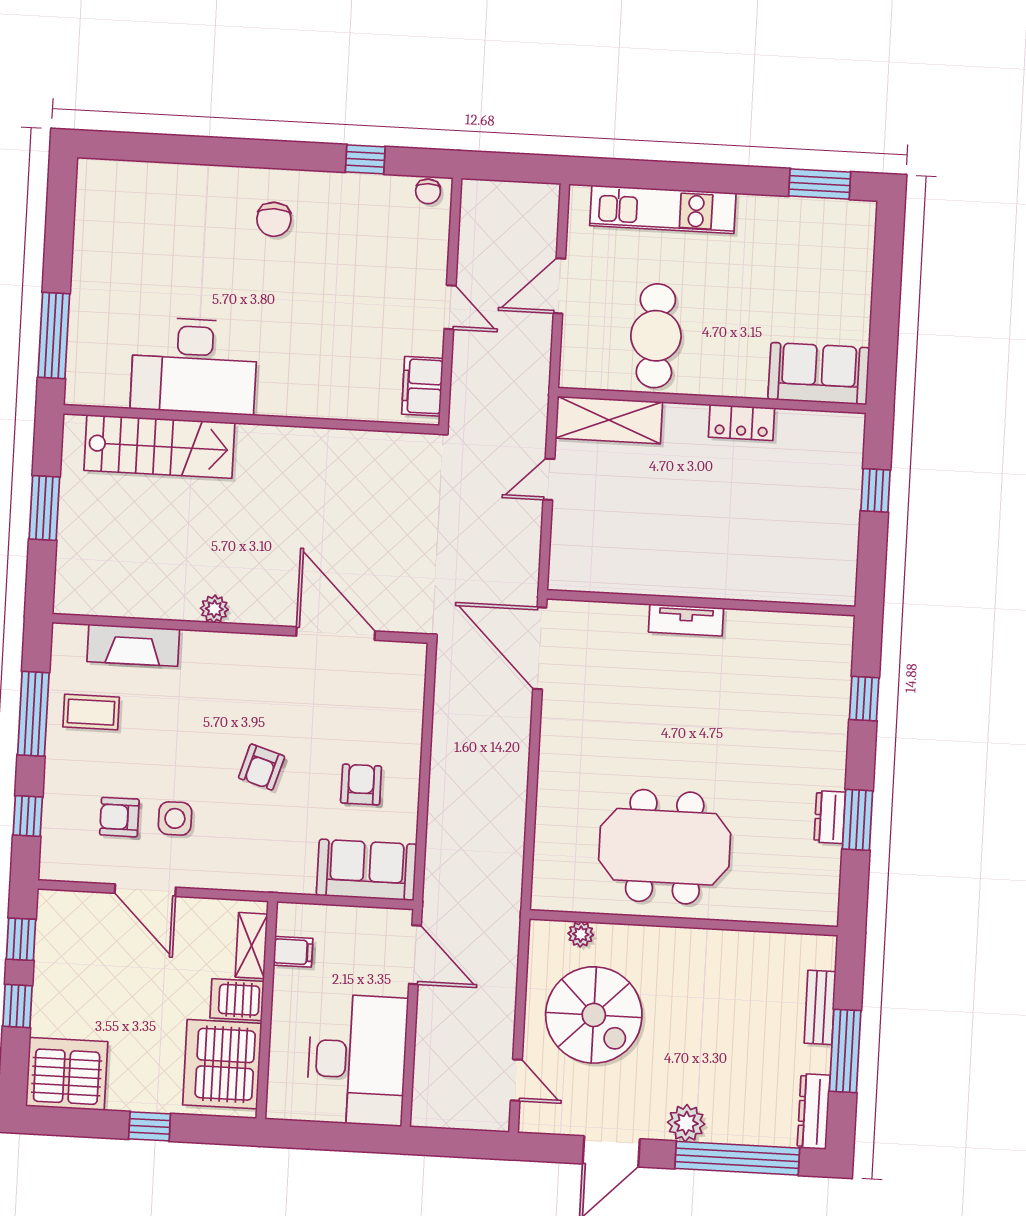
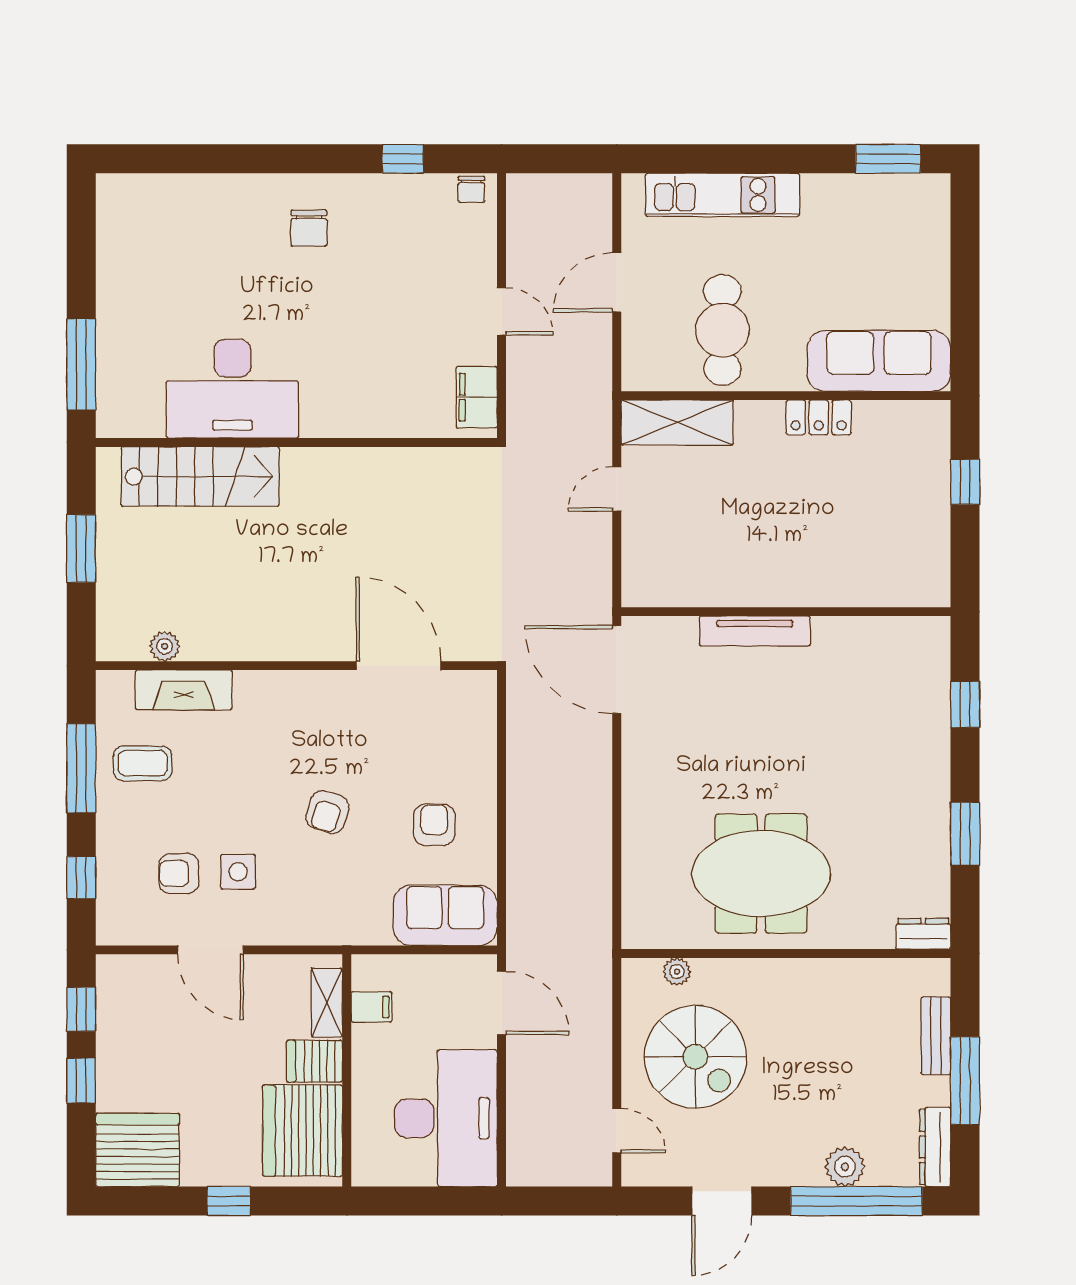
sofa: (819, 374) -> (879, 361), width x1.36
plant: (214, 609) -> (165, 646), moved
tv unit: (686, 620) -> (755, 631), width x1.41
dresser: (830, 817) -> (923, 934), moved, turned 90
plant: (686, 1123) -> (845, 1167), moved

